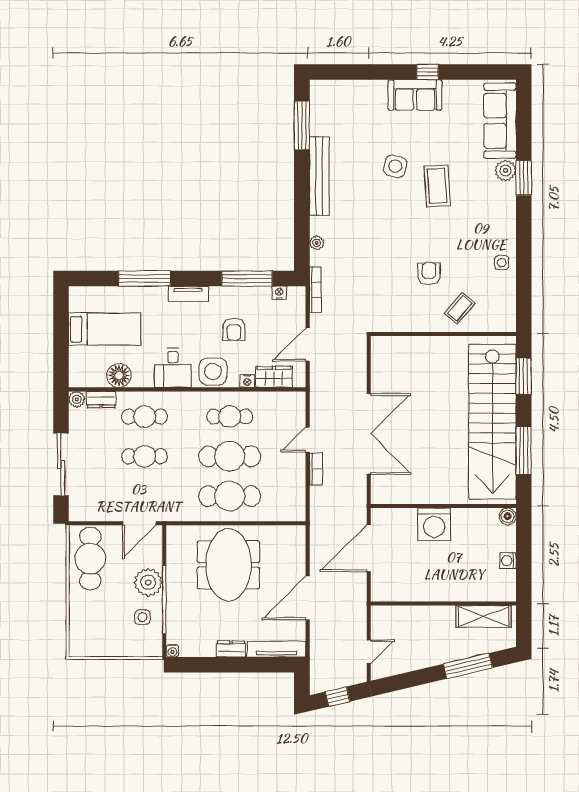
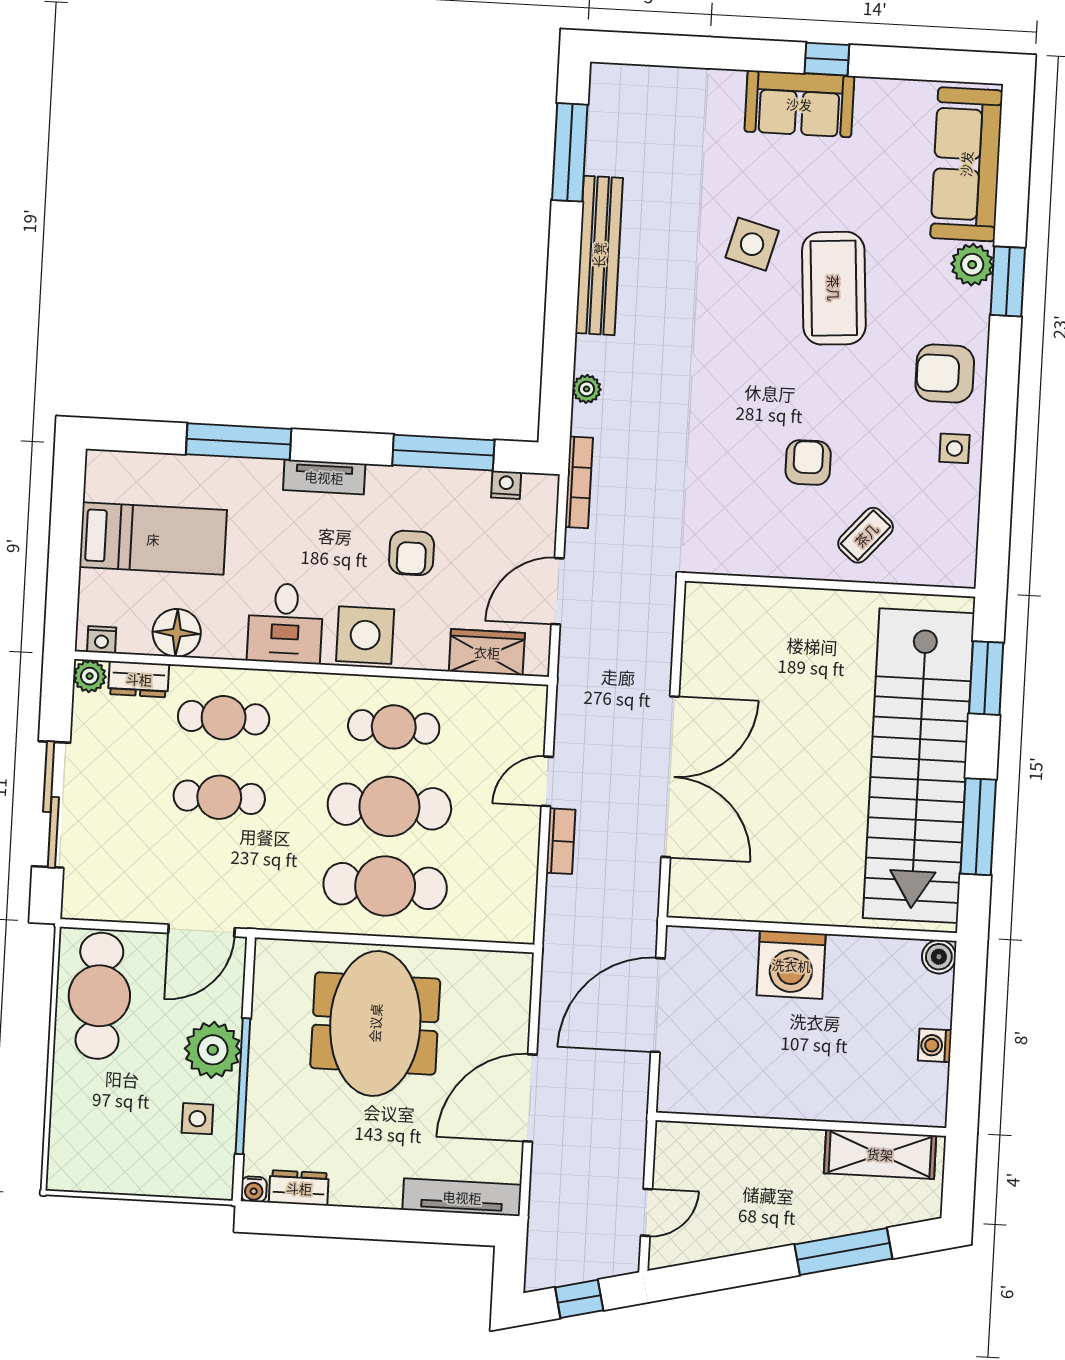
coffee table: (437, 186) -> (834, 288), width x1.36, depth x1.32
armchair: (495, 225) -> (945, 373), added
nightstand: (247, 381) -> (102, 640), moved
dresser: (231, 649) -> (299, 1188), moved

